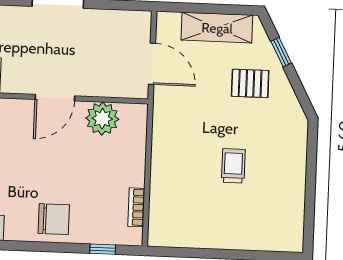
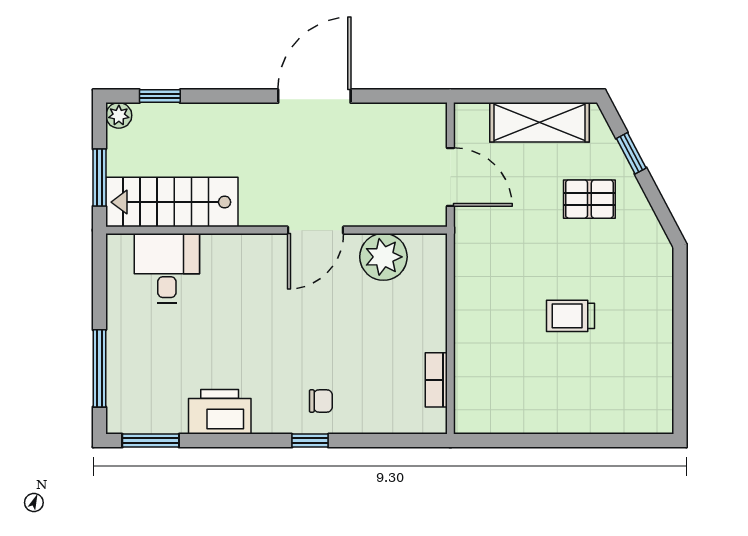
trolley: (233, 166) -> (570, 316), turned -90
chair: (54, 219) -> (321, 401), width x0.54, depth x0.54
window: (103, 249) -> (310, 441), moved

